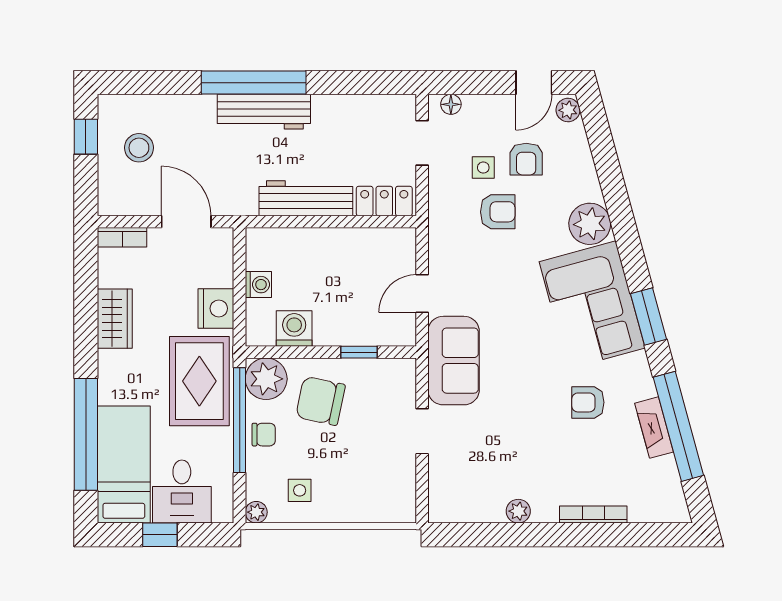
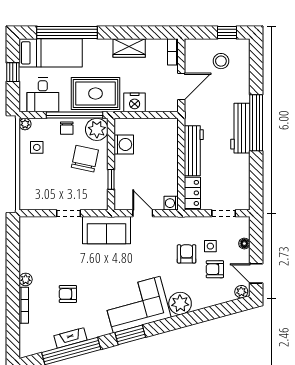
floor lamp: (451, 104) -> (244, 244), moved
armchair: (498, 212) -> (187, 254), turned 180
washing machine: (258, 285) -> (171, 203), moved, turned 90
armchair: (588, 402) -> (68, 294), moved, turned -90
desk: (182, 492) -> (43, 95), moved, turned -90
plant: (518, 511) -> (26, 279), moved

